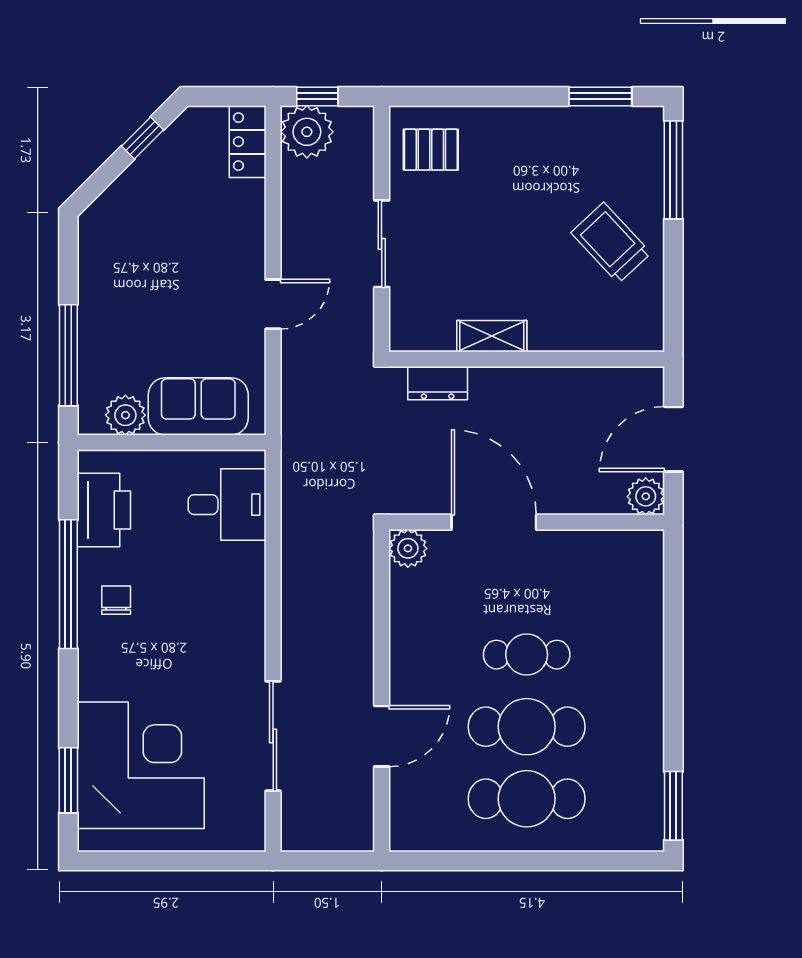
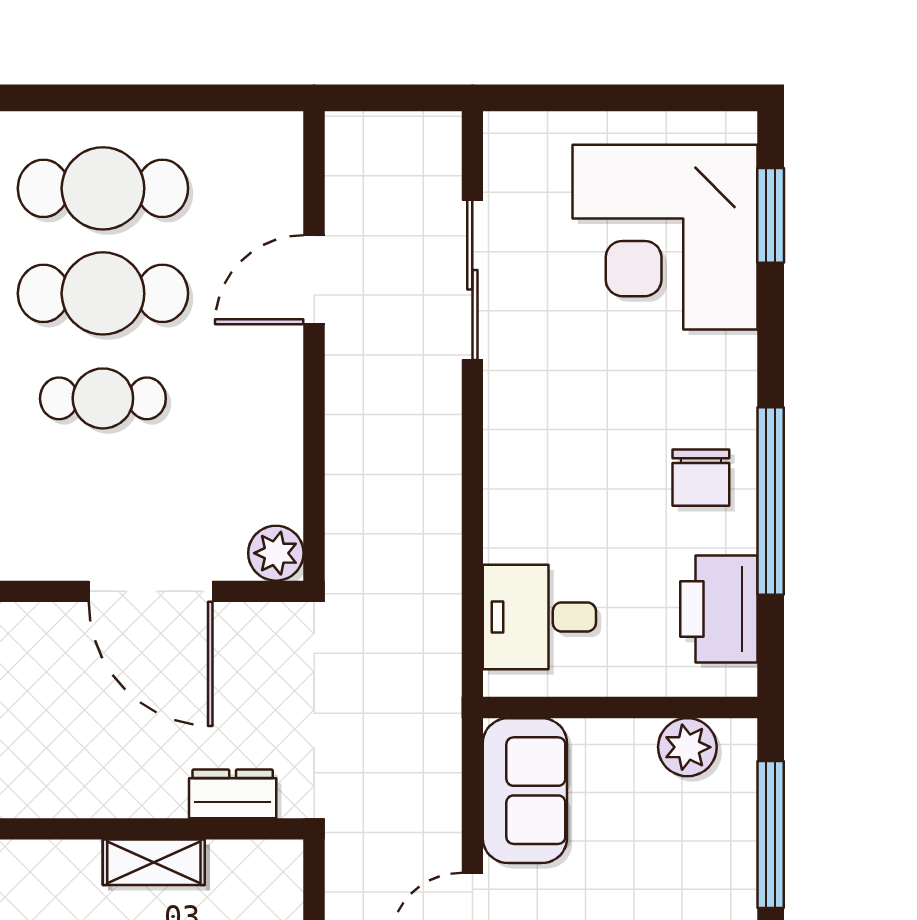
sofa: (198, 406) -> (525, 791), moved, turned -90
chair: (116, 600) -> (701, 478), width x1.37, depth x1.37

